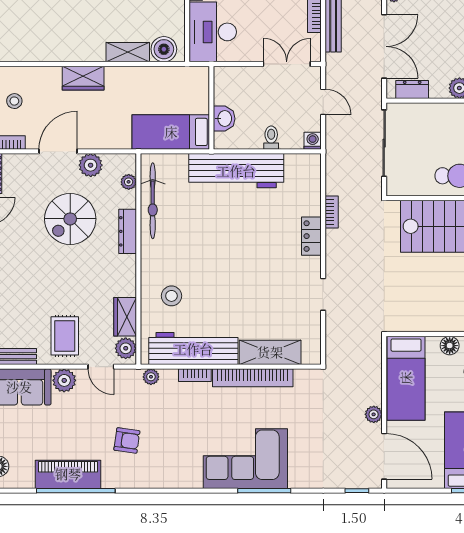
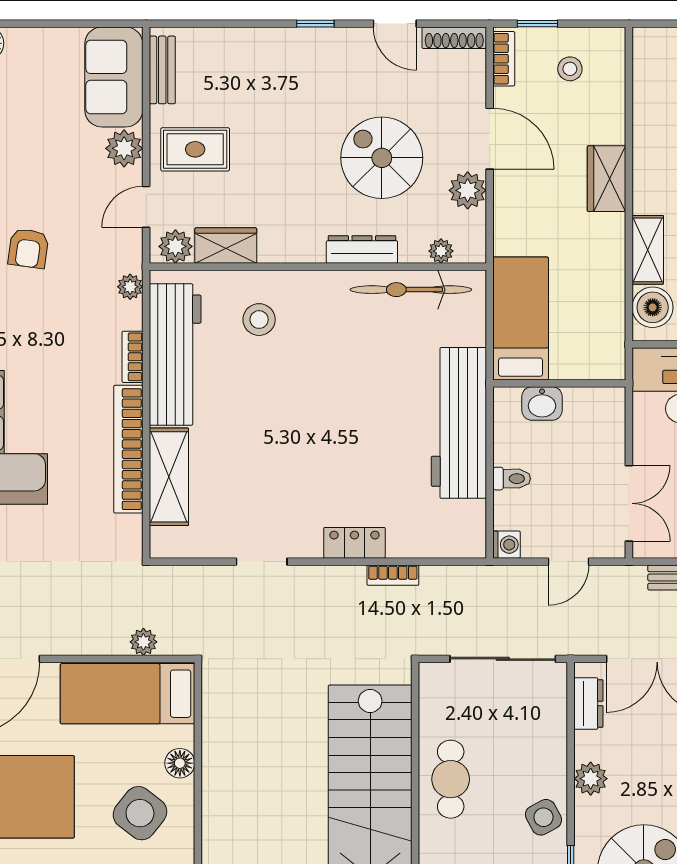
plant: (374, 414) -> (143, 642), moved

